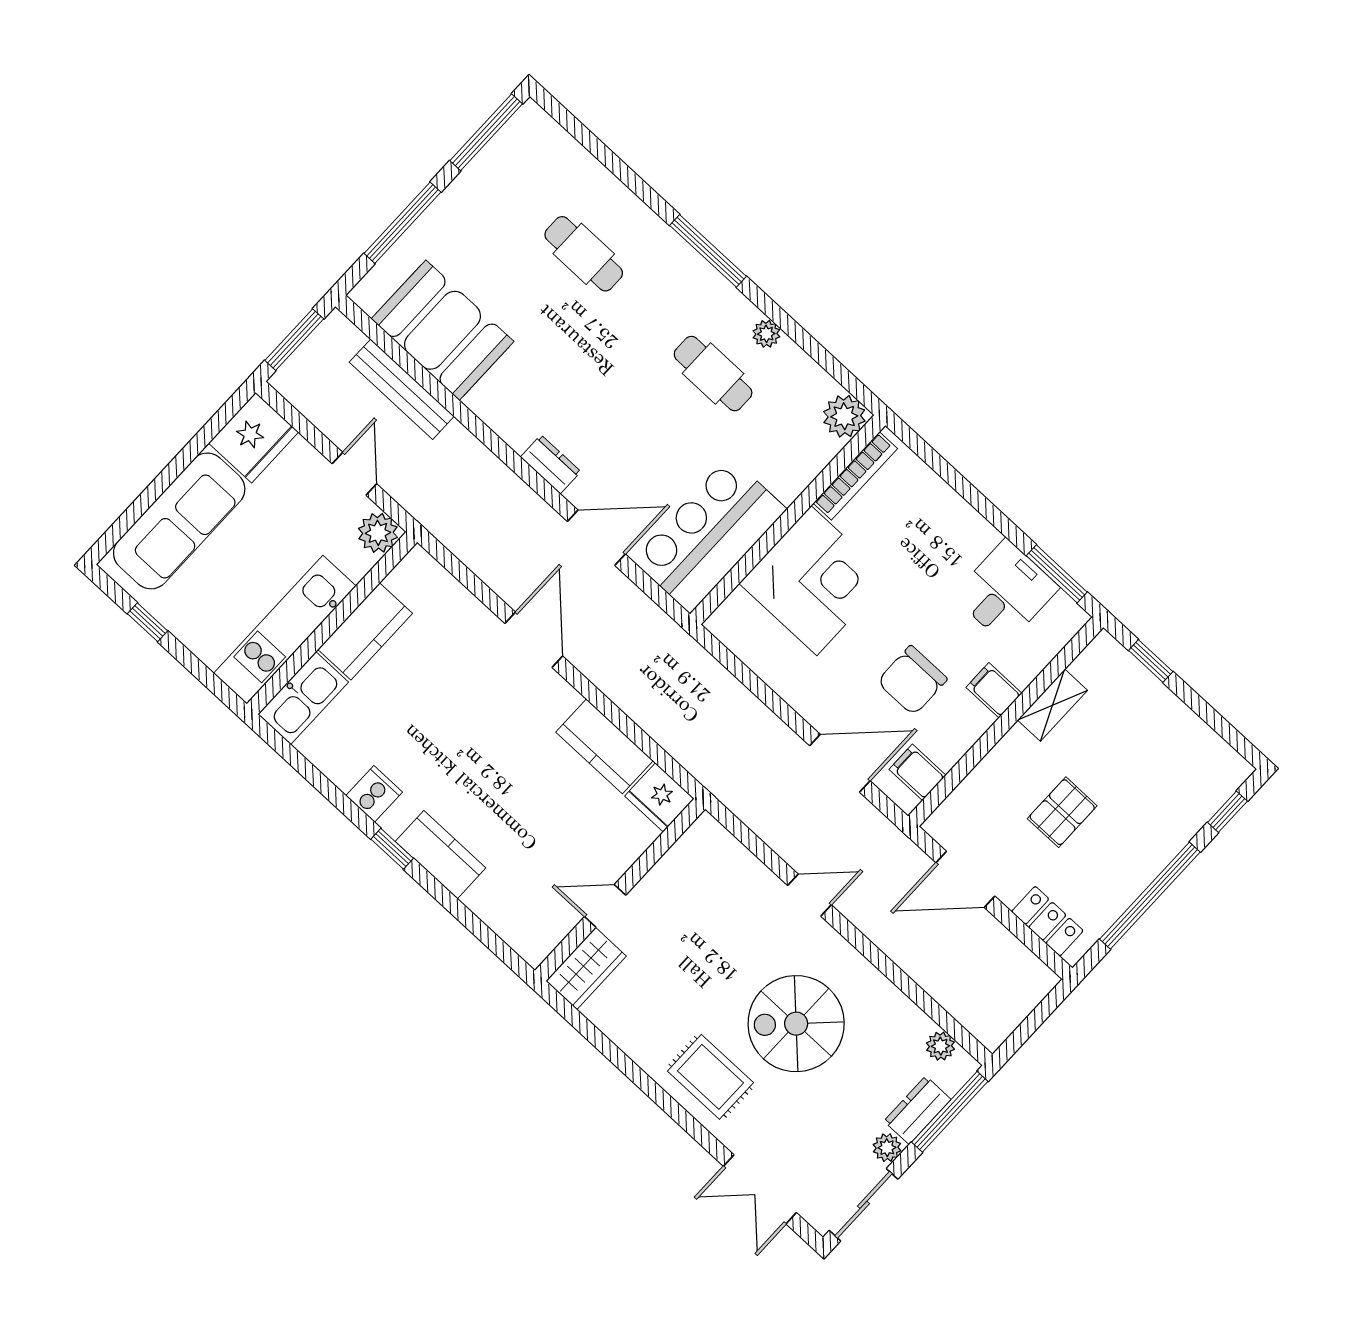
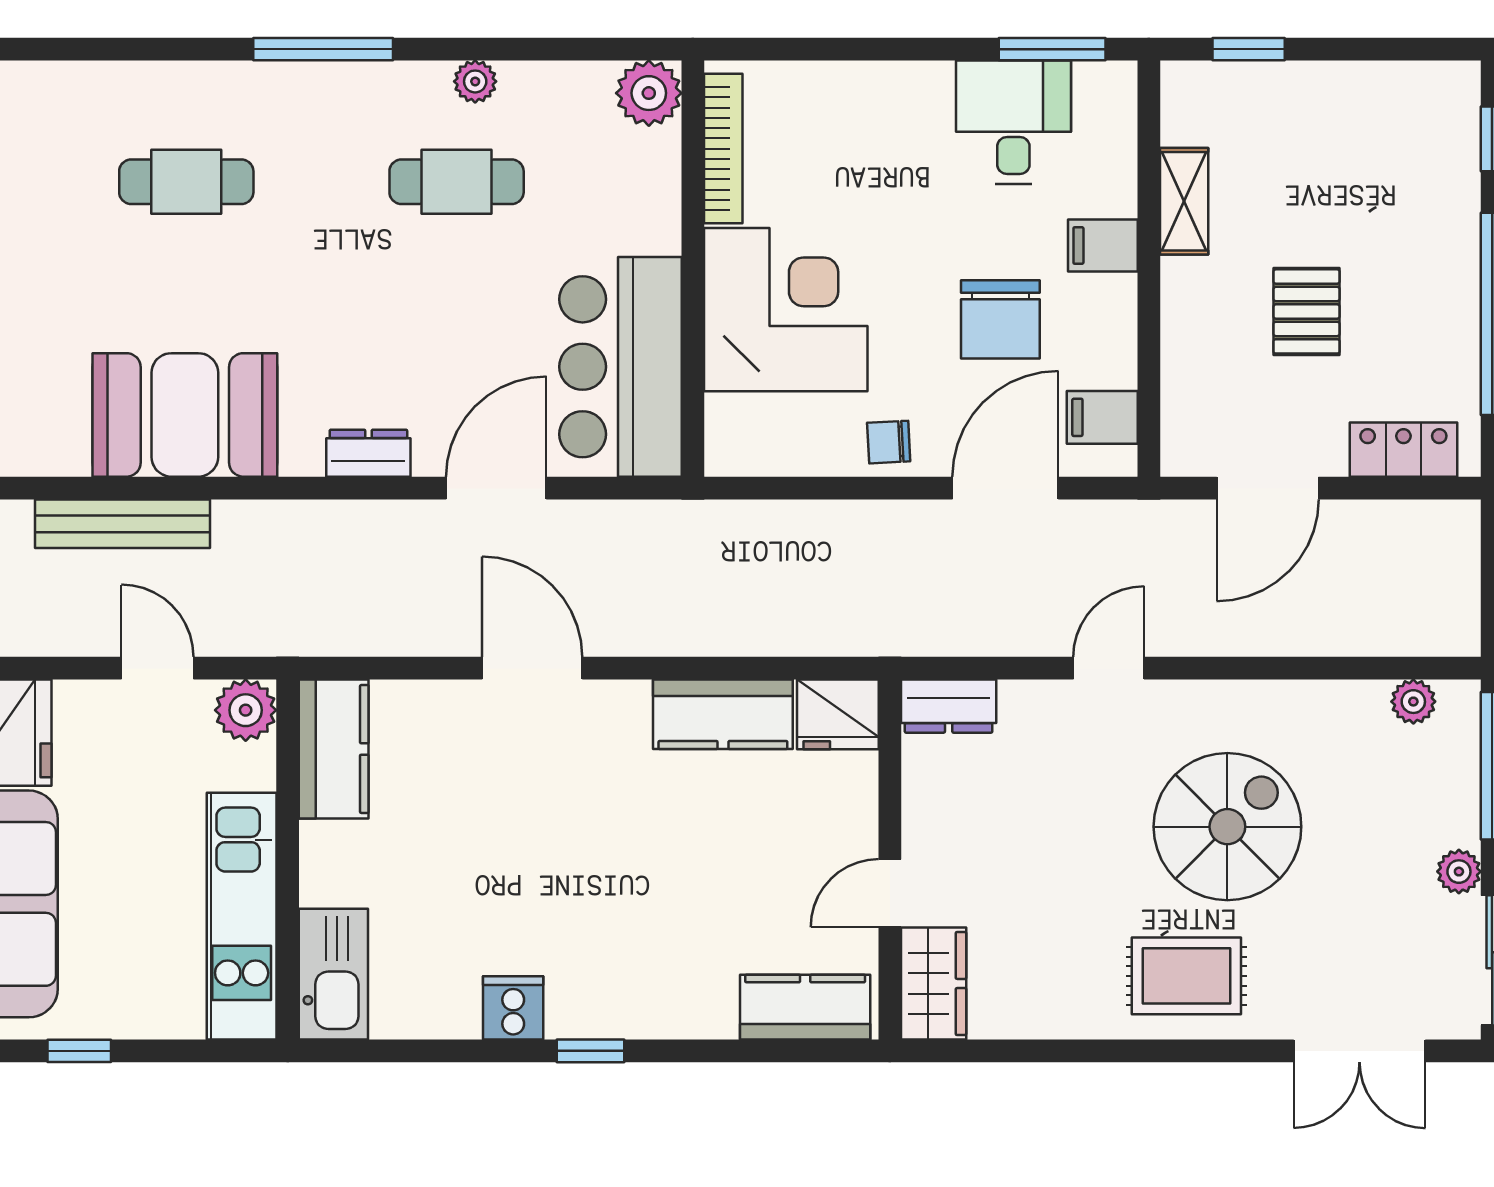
booth: (443, 330) -> (185, 415), moved
kitchen counter: (365, 631) -> (334, 749), moved
chair: (804, 690) -> (889, 442), added
kitchen counter: (441, 855) -> (805, 1007), moved
spiral stairs: (796, 1024) -> (1227, 827), turned 180
dresser: (917, 1110) -> (949, 706), moved, turned -90

